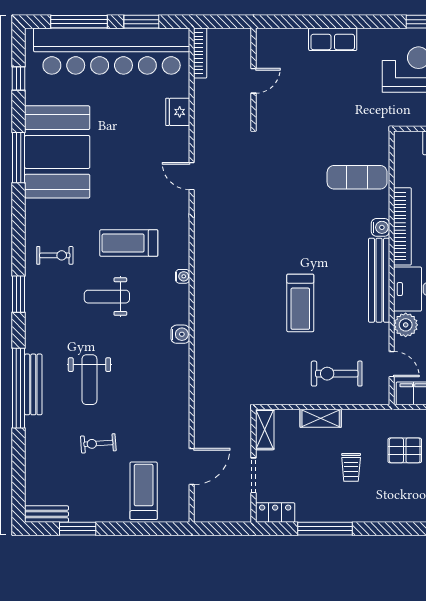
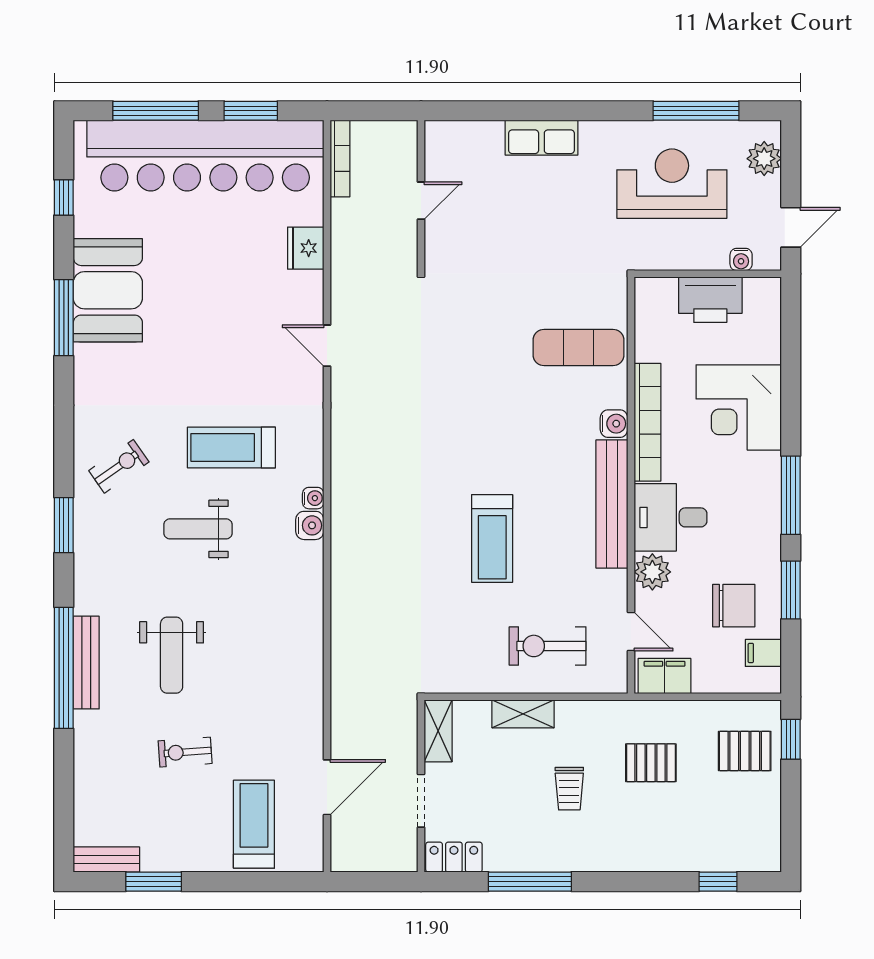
booth: (57, 152) -> (108, 290), width x0.73, depth x0.70
exercise bike: (55, 255) -> (119, 466), turned -35
water cooler: (180, 334) -> (310, 525), moved

